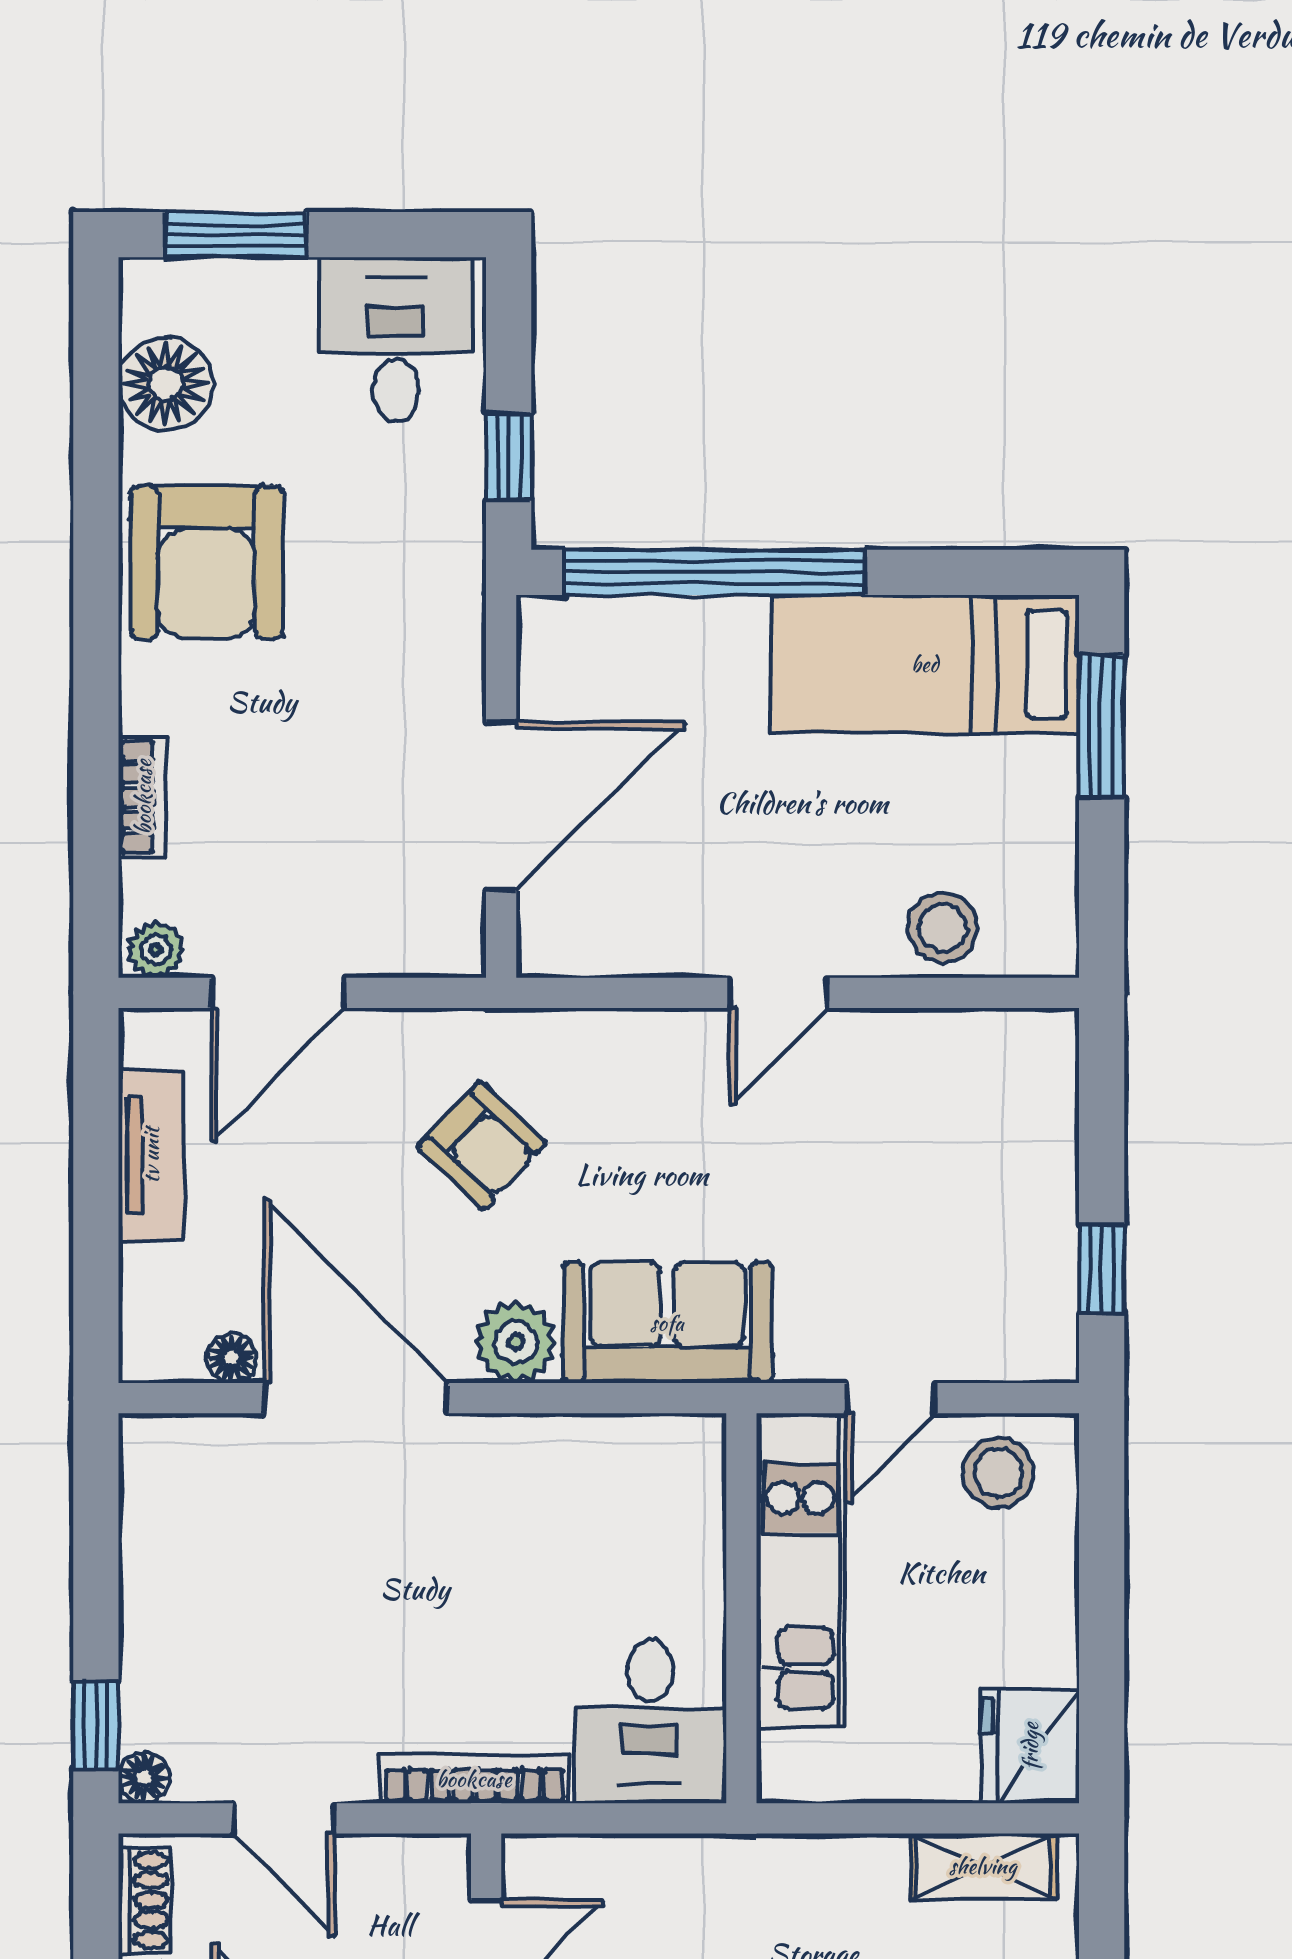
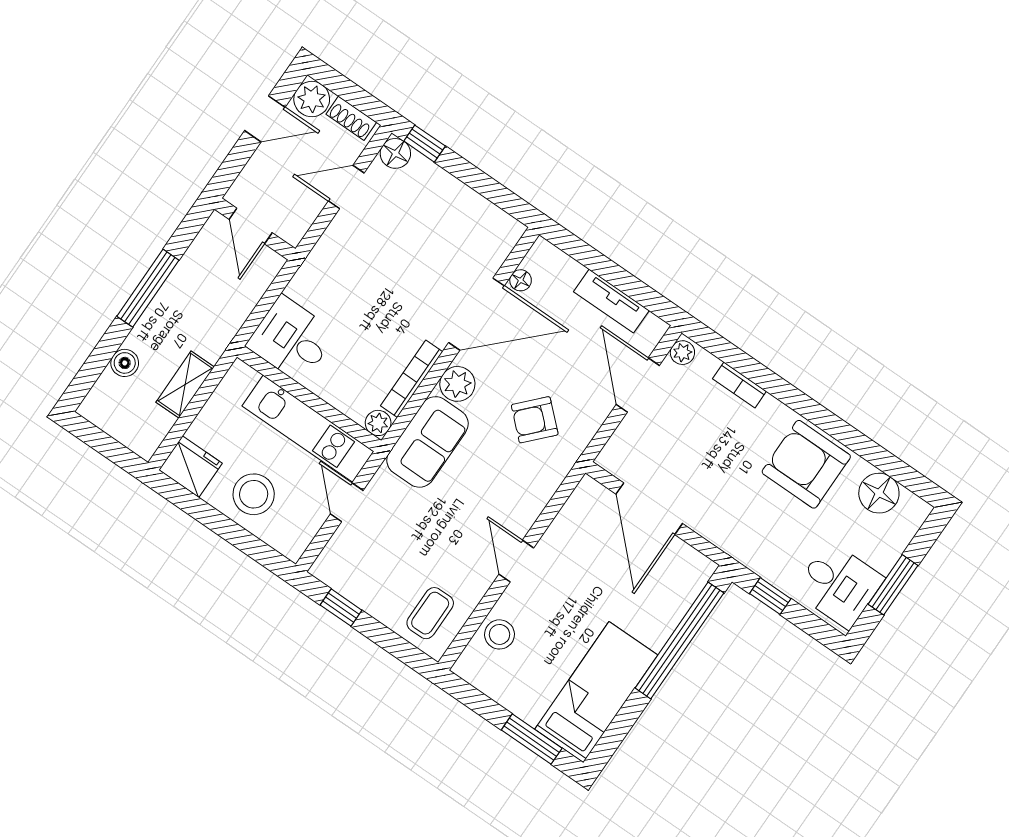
window: (236, 235) -> (893, 585), moved
coffee table: (994, 1090) -> (430, 613), added
plant: (697, 1443) -> (378, 423), added
stool: (999, 1473) -> (254, 494), moved, width x1.38, depth x1.38
floor lamp: (144, 1778) -> (395, 153), width x1.37, depth x1.37
bookcase: (474, 1779) -> (412, 379), moved, turned 180
shelving: (983, 1866) -> (185, 385), moved

